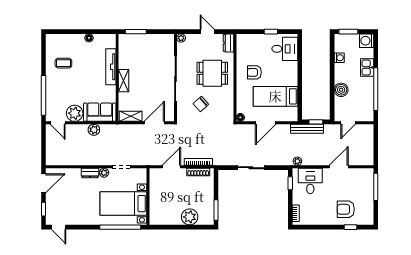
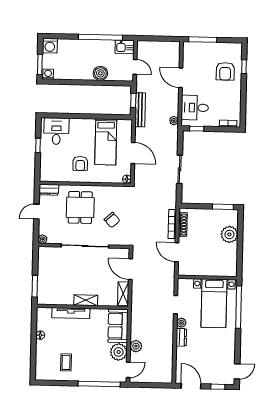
washing machine: (339, 58) -> (48, 74), moved
kitchen sink: (367, 67) -> (125, 47), moved
plant: (94, 130) -> (136, 346), moved

